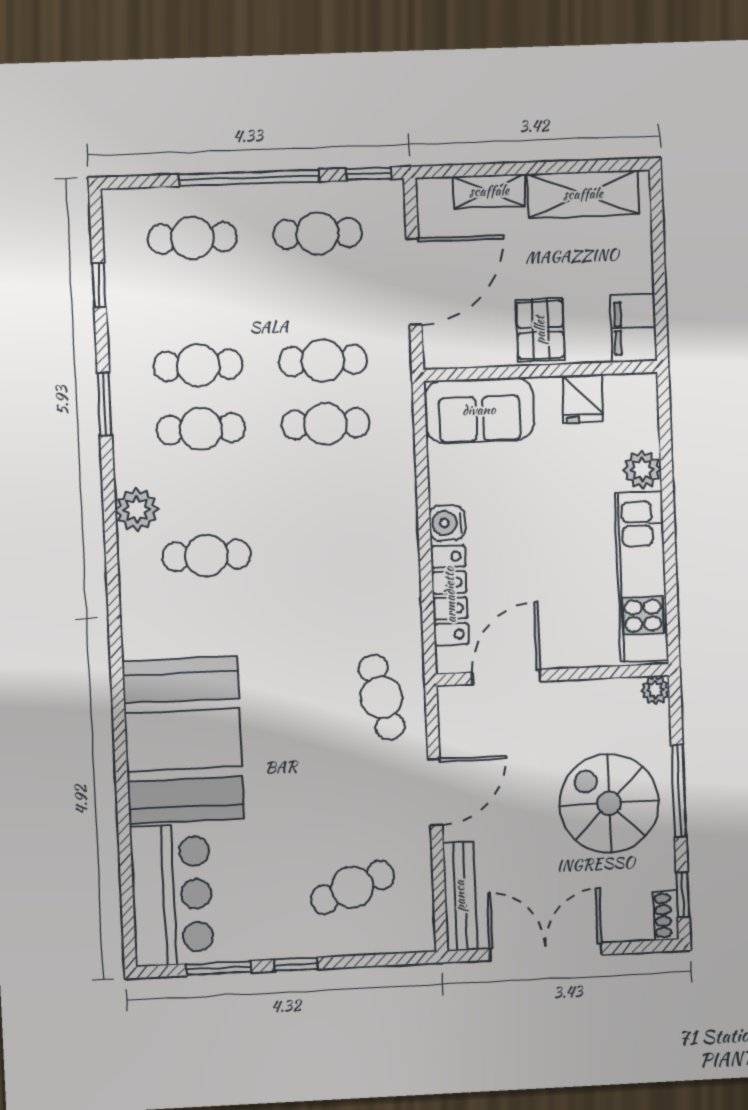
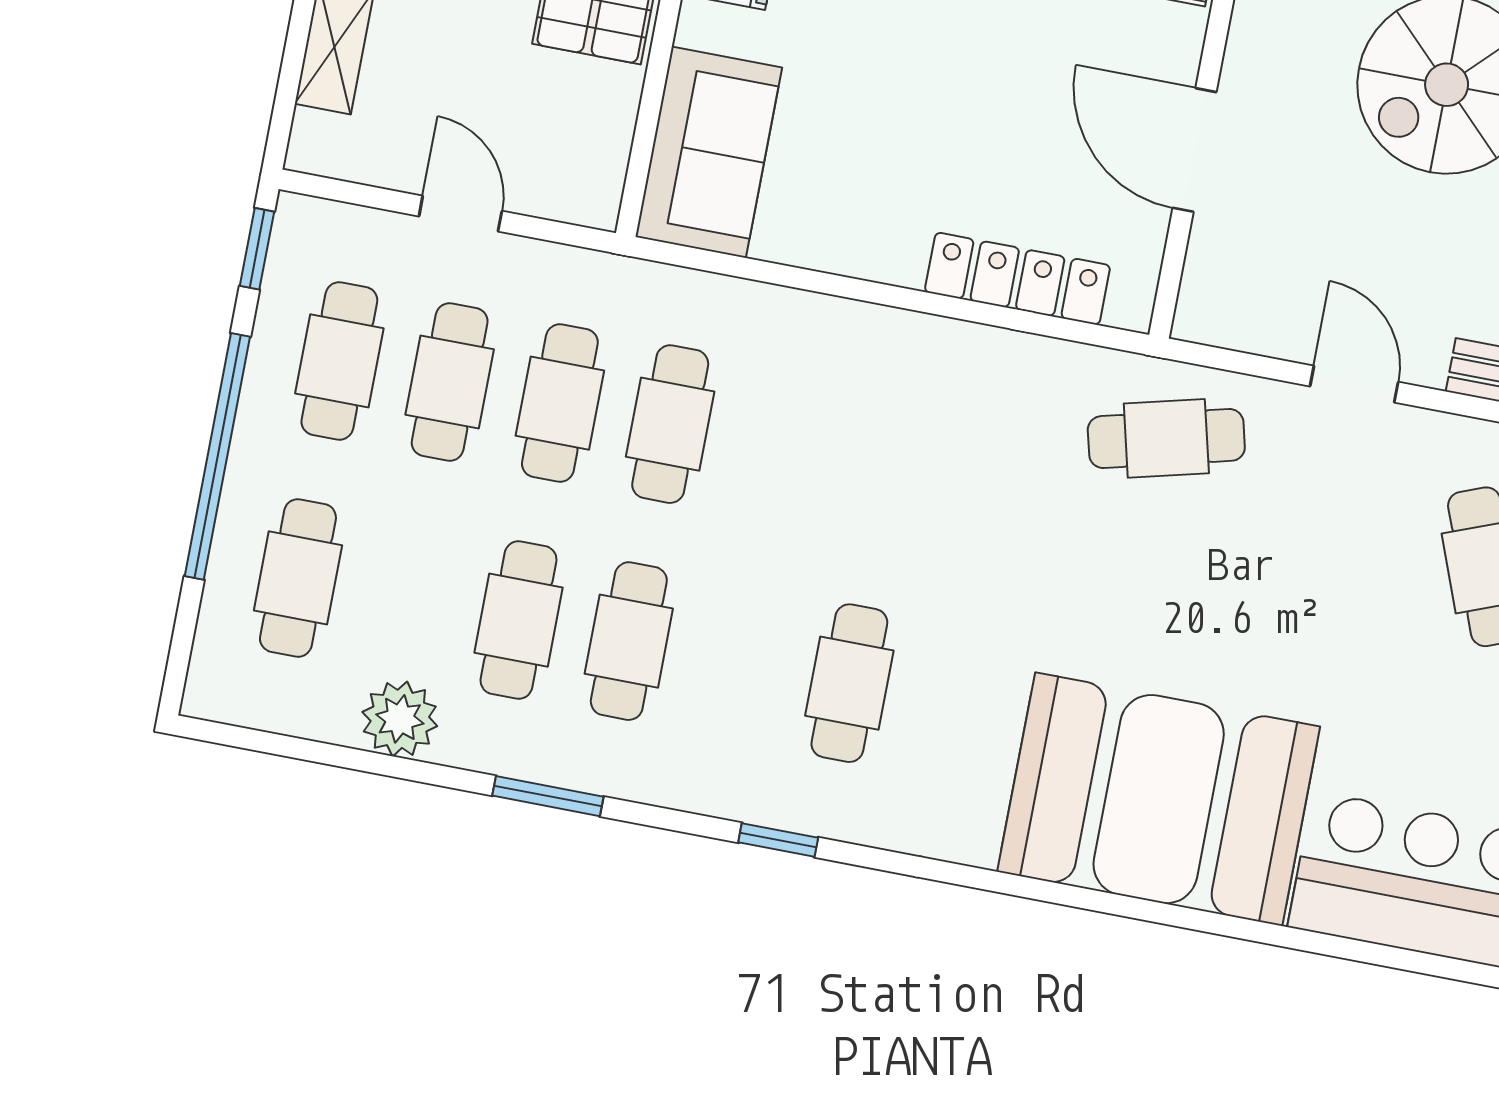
door: (414, 282) -> (460, 214), width x0.53
window: (99, 285) -> (778, 840), moved
cafe table: (320, 297) -> (450, 382), added
plant: (137, 510) -> (400, 719), moved
water cooler: (447, 523) -> (891, 254), removed
door: (506, 677) -> (1195, 150), moved
door: (435, 792) -> (1354, 384), width x0.73

